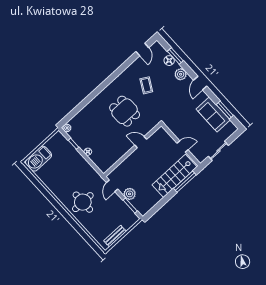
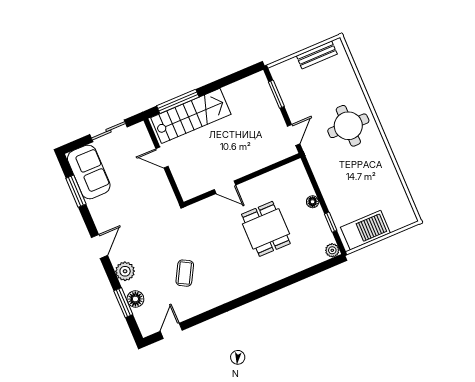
dining table: (125, 111) -> (266, 229), moved
sofa: (213, 115) -> (89, 172), moved
barbecue: (38, 159) -> (365, 230), moved
plant: (130, 194) -> (271, 113), removed

